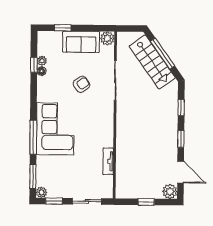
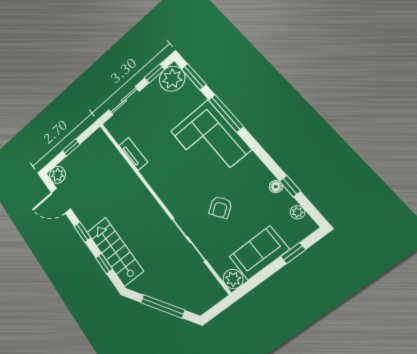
plant: (42, 61) -> (298, 212), moved
stairs: (152, 62) -> (115, 251), moved, turned 35
plant: (41, 192) -> (172, 79), width x1.88, depth x1.88

